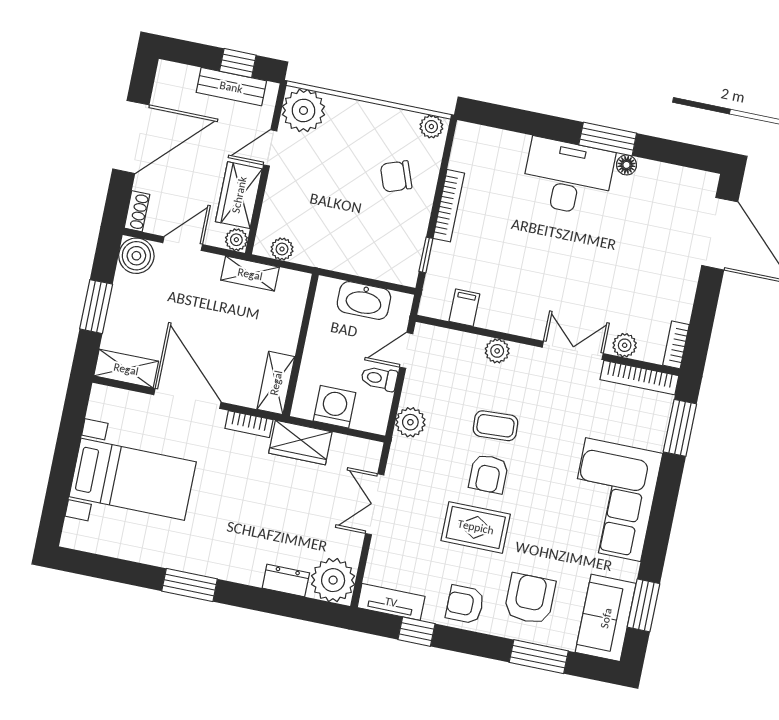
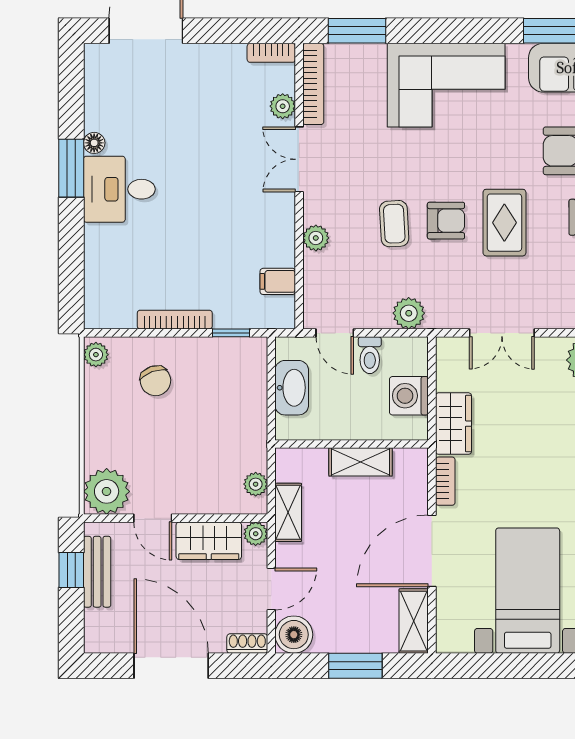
desk: (568, 177) -> (119, 189), width x0.73
door: (183, 244) -> (271, 589), swing flipped
shelving: (276, 383) -> (360, 462), moved

